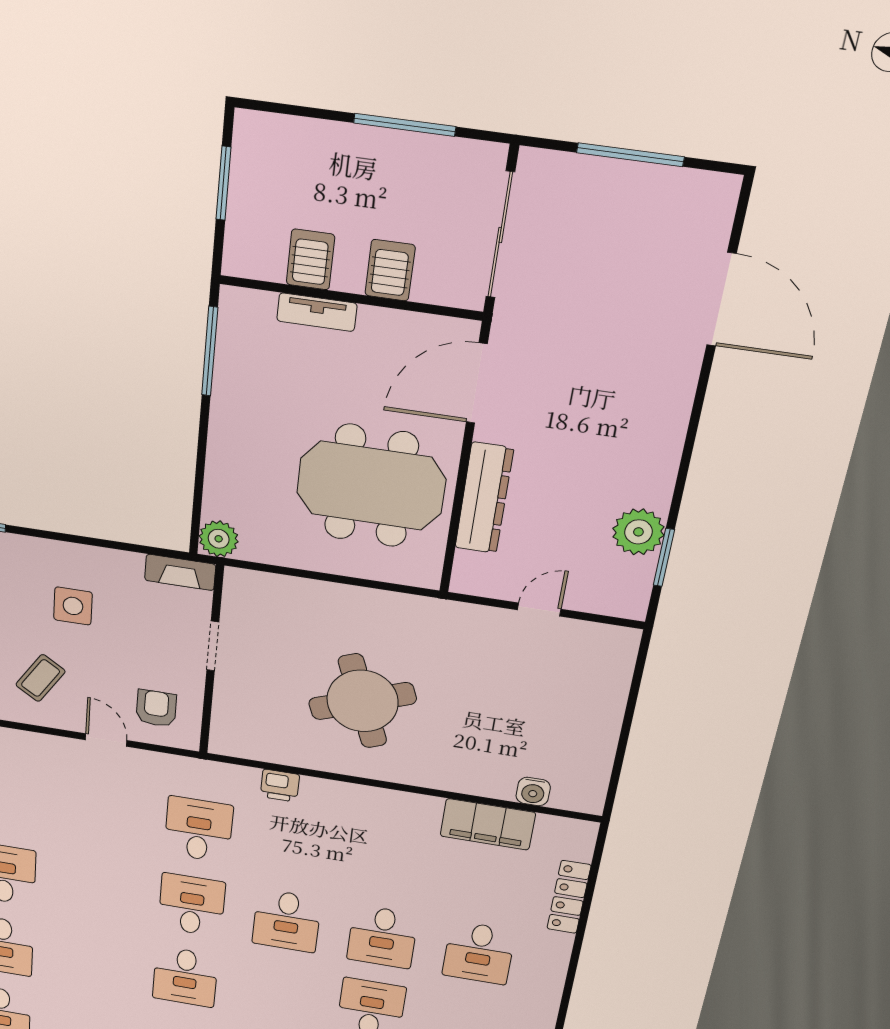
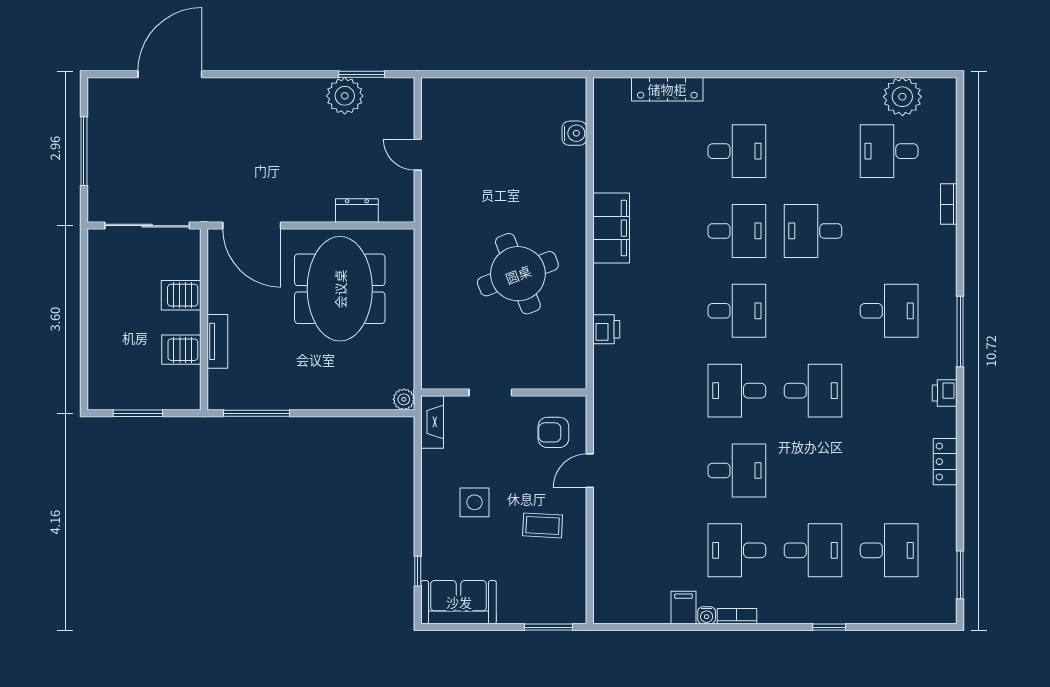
window: (405, 125) -> (84, 298), removed
dresser: (484, 498) -> (357, 210), width x0.51, depth x0.80
plant: (219, 539) -> (404, 399), width x0.73, depth x0.73
coffee table: (40, 678) -> (543, 525), turned -30
filing cabinet: (488, 824) -> (611, 228), moved
desk: (198, 830) -> (737, 470), moved, turned 180

